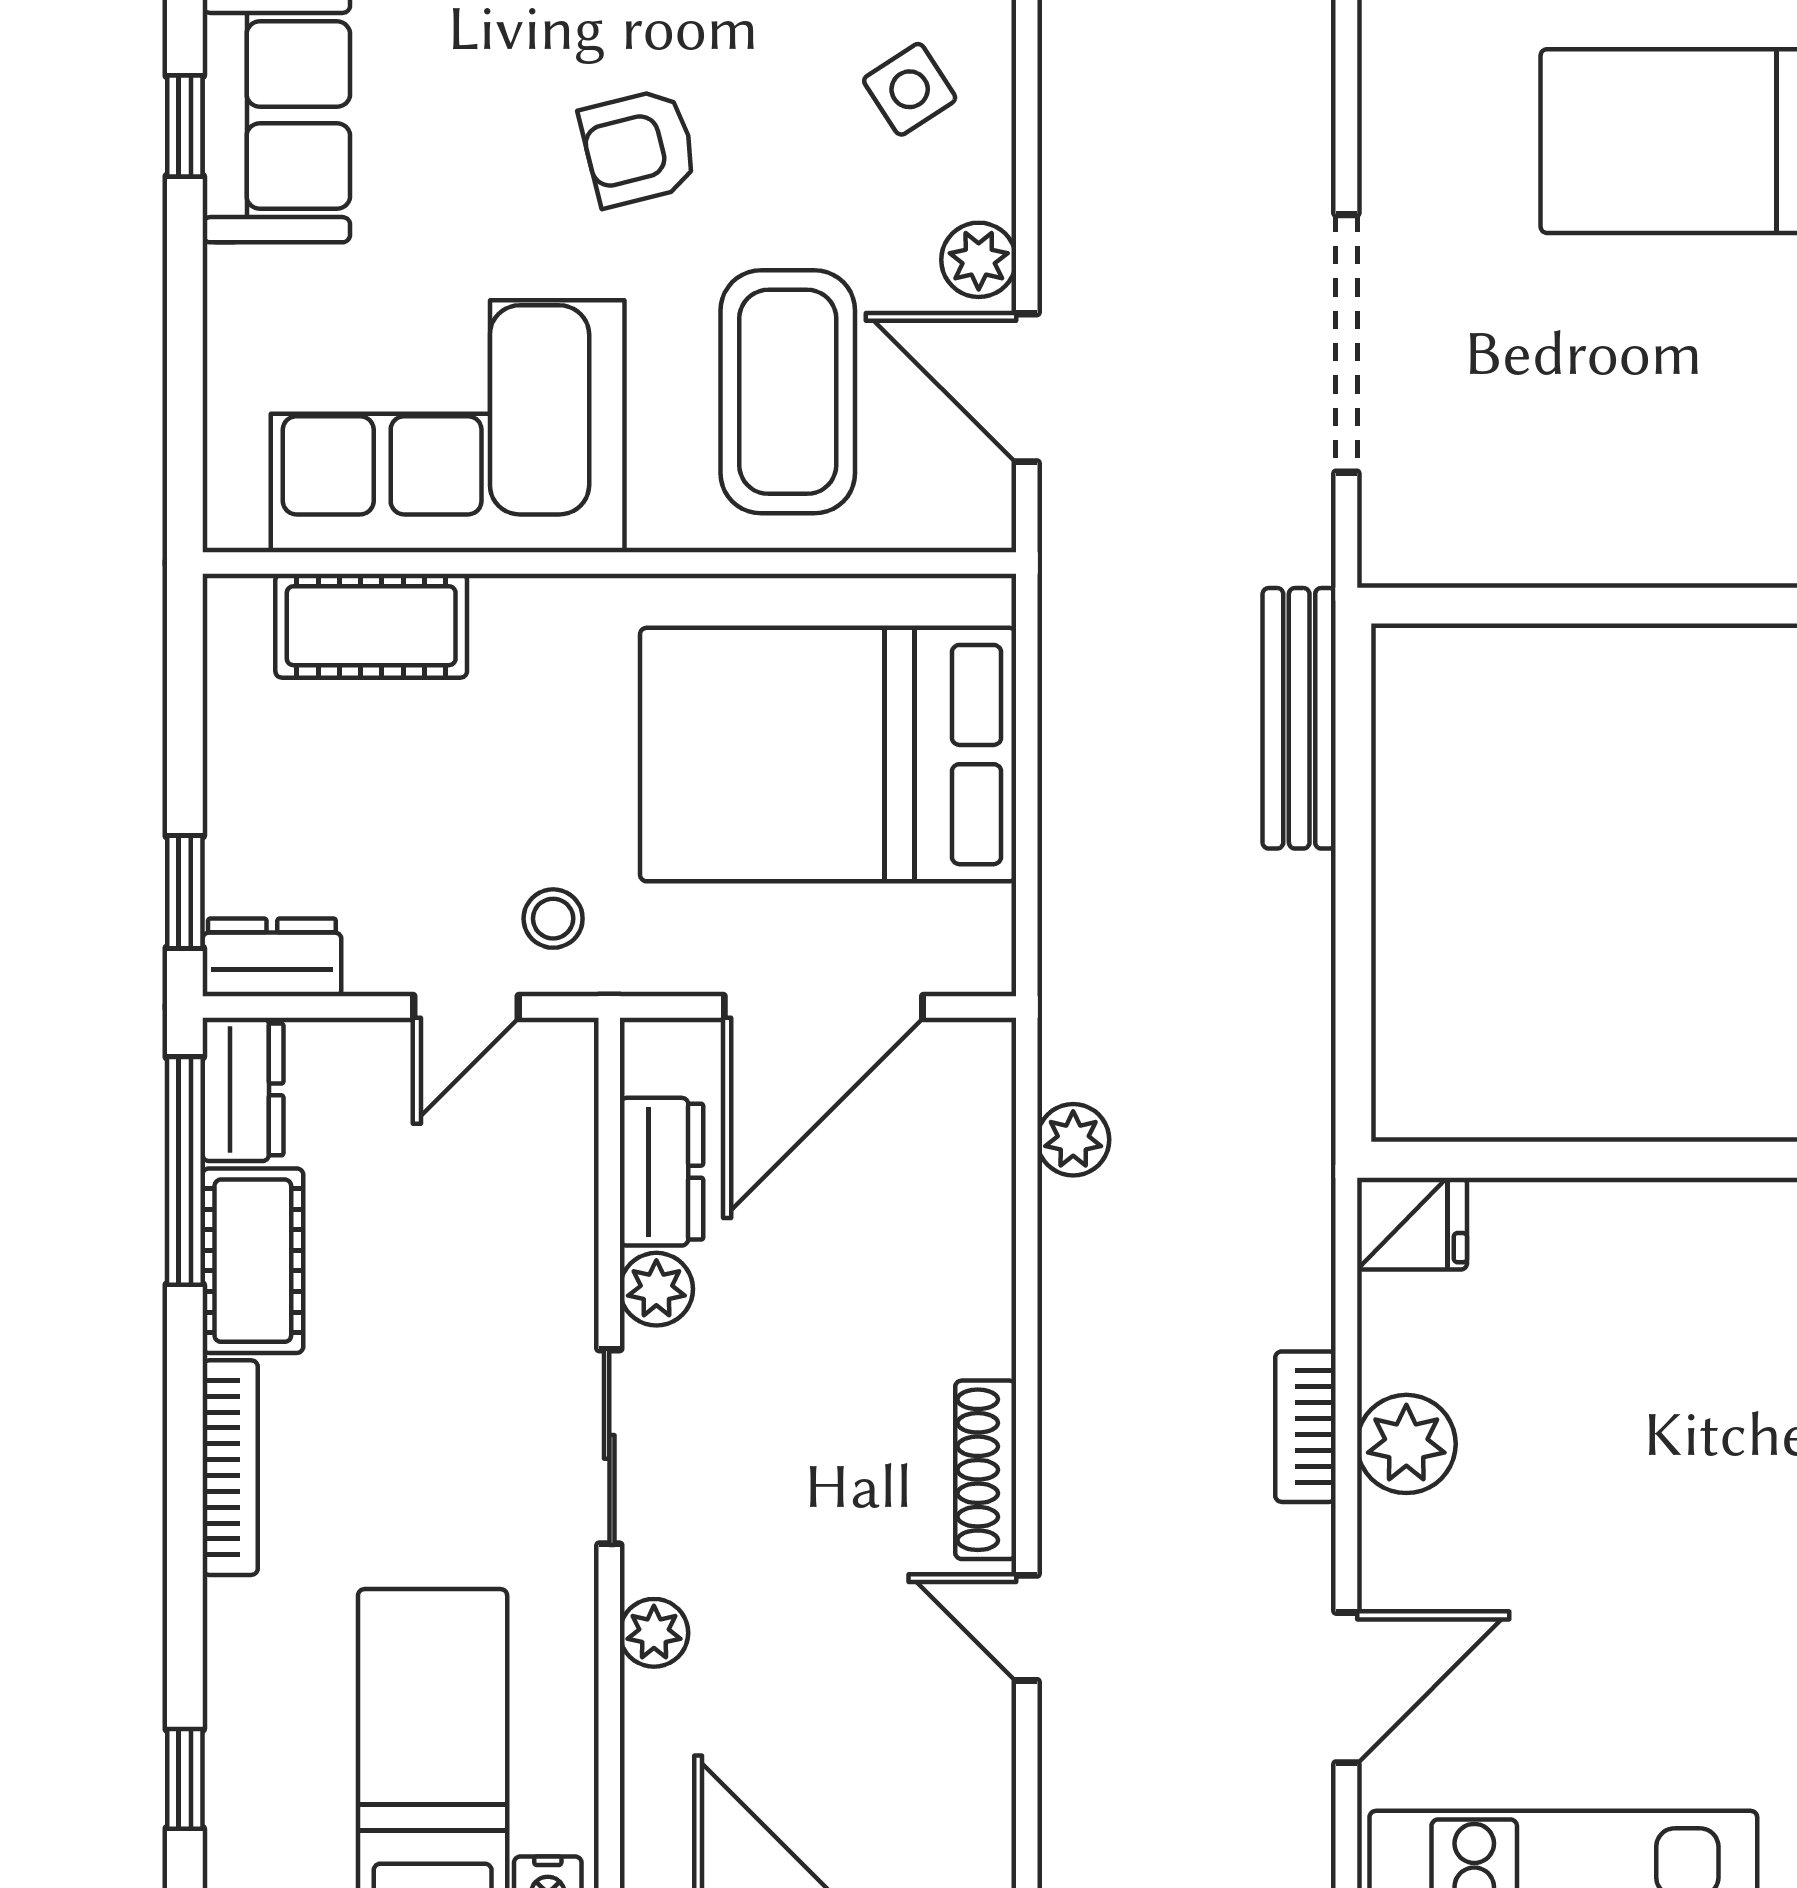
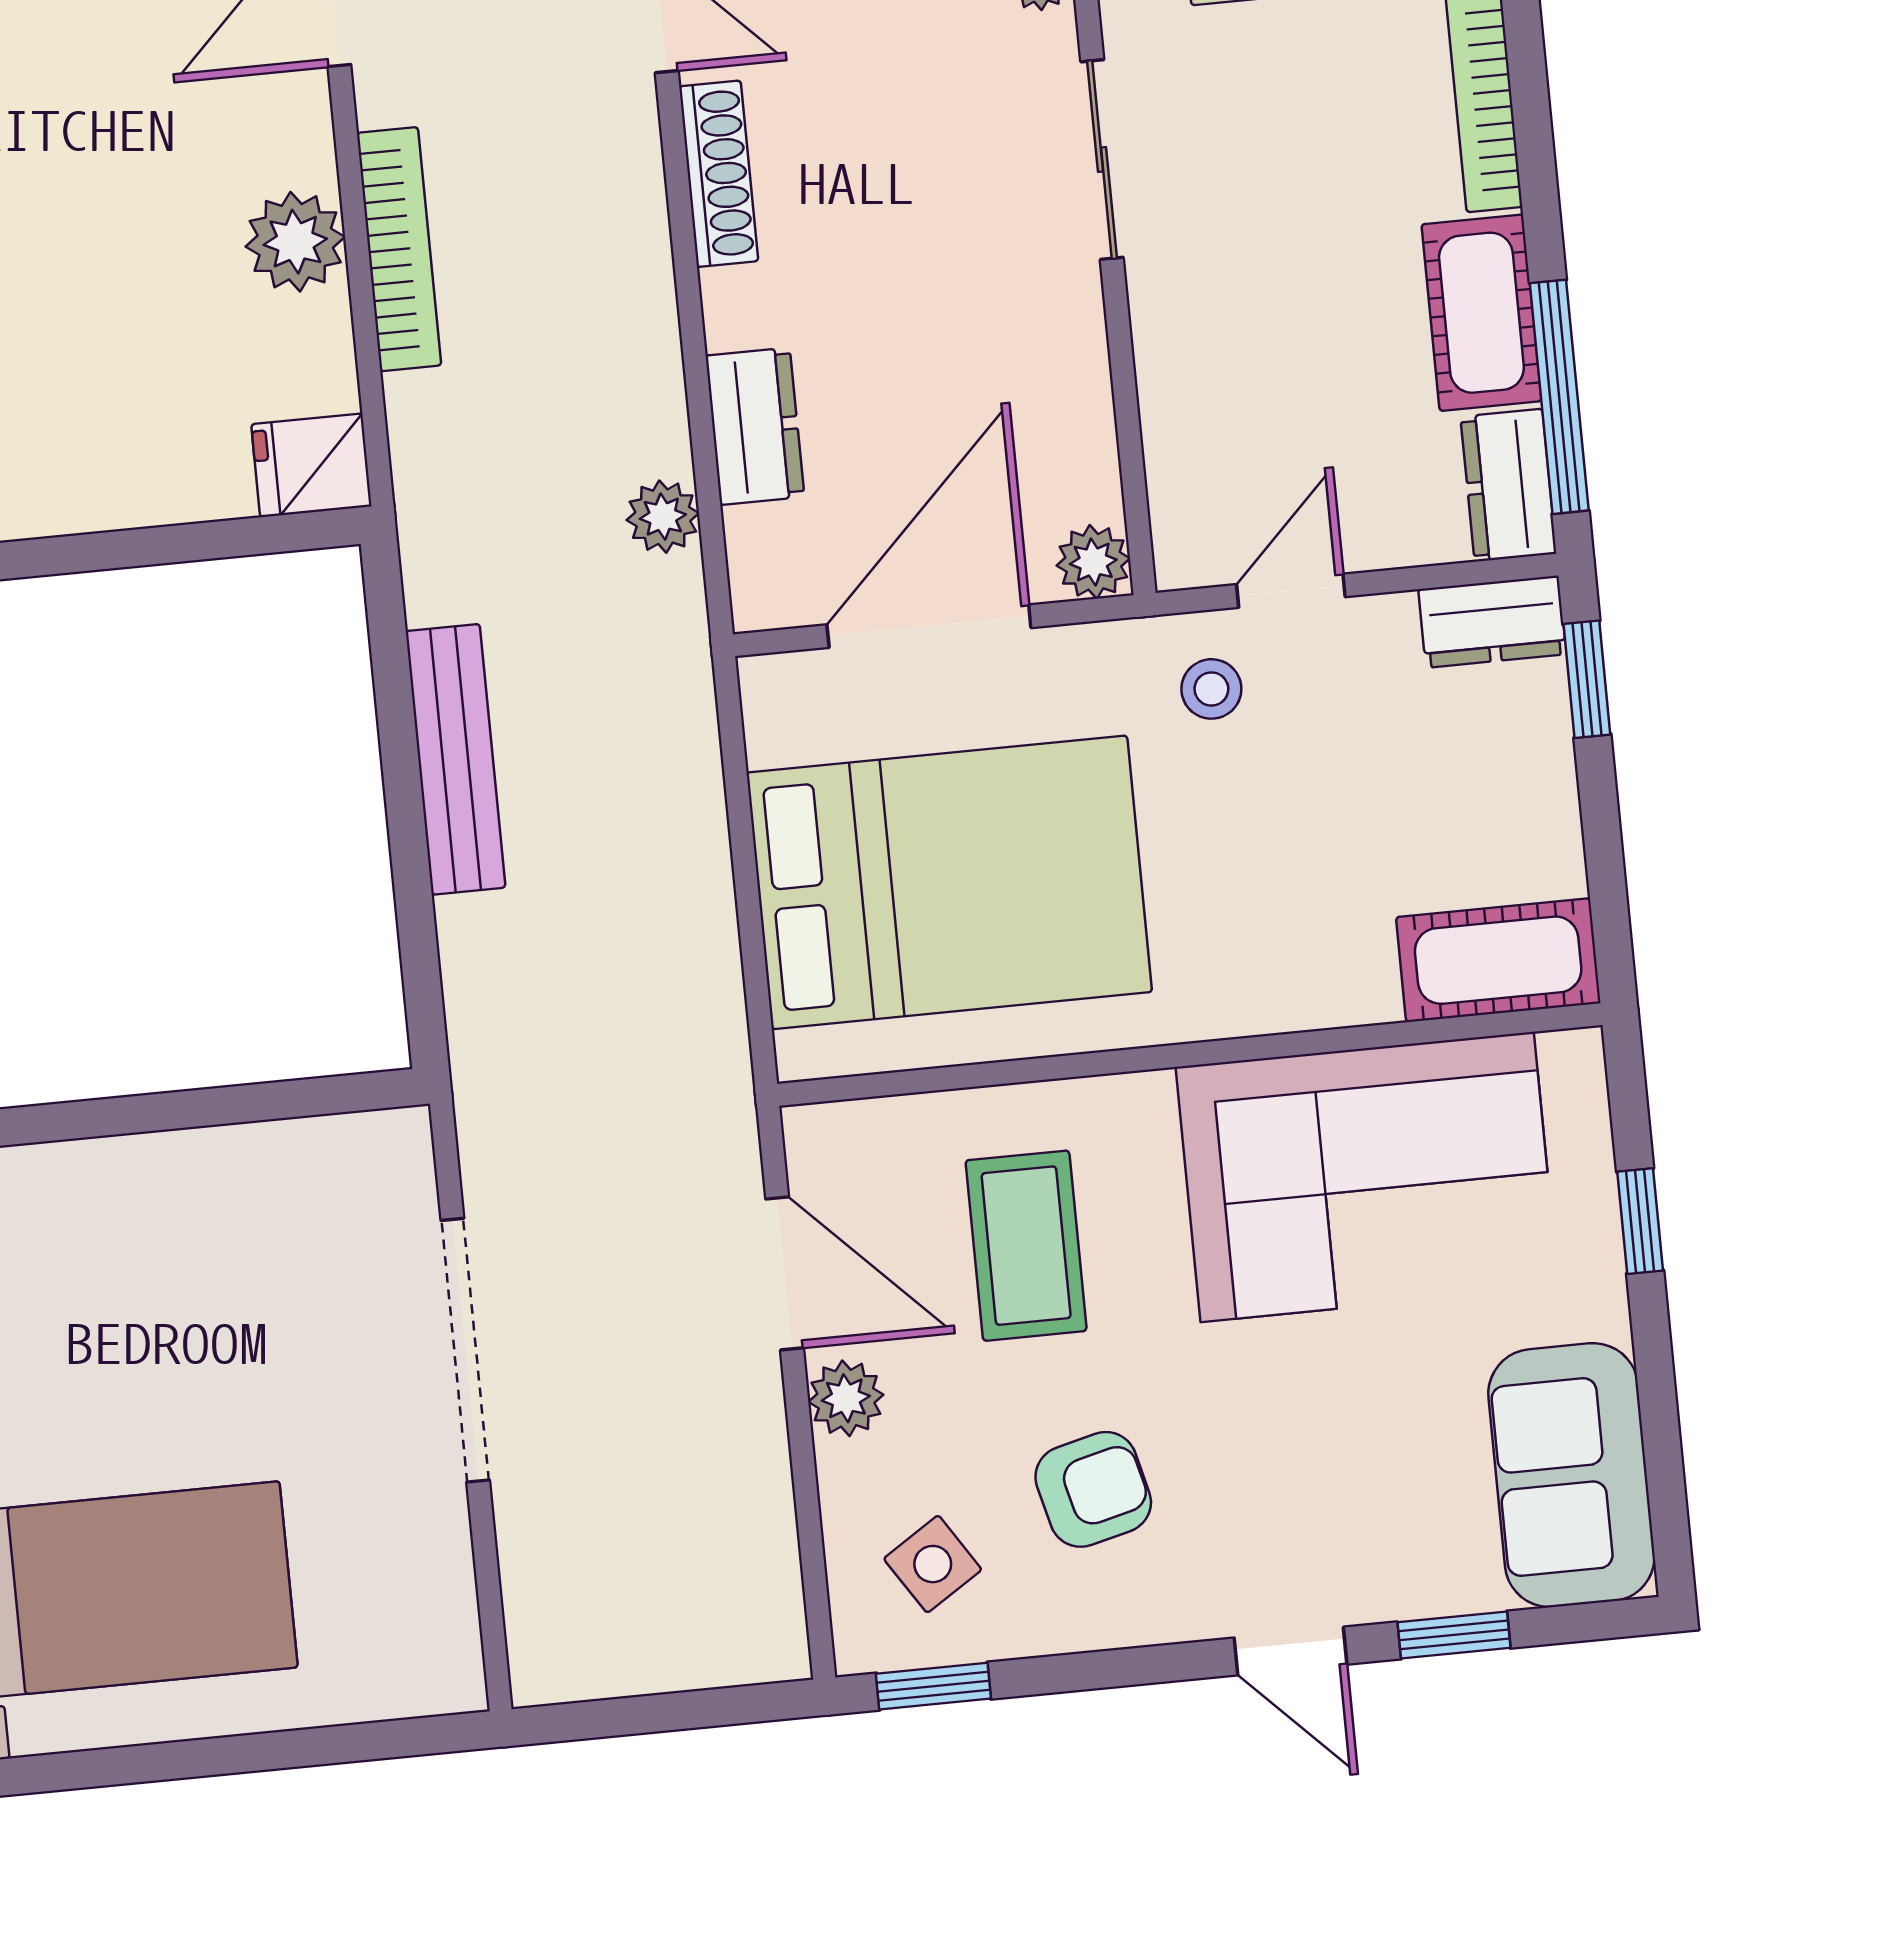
window: (185, 126) -> (1640, 1221), moved
armchair: (639, 148) -> (1093, 1489), moved
coffee table: (788, 392) -> (1026, 1246), width x0.73, depth x0.76
cot: (371, 626) -> (1498, 960), moved
bench: (1299, 718) -> (456, 759), moved
dresser: (662, 1172) -> (755, 426), moved, turned 180
plant: (656, 1289) -> (1093, 562), moved
bookcase: (1306, 1427) -> (399, 249), width x1.56

